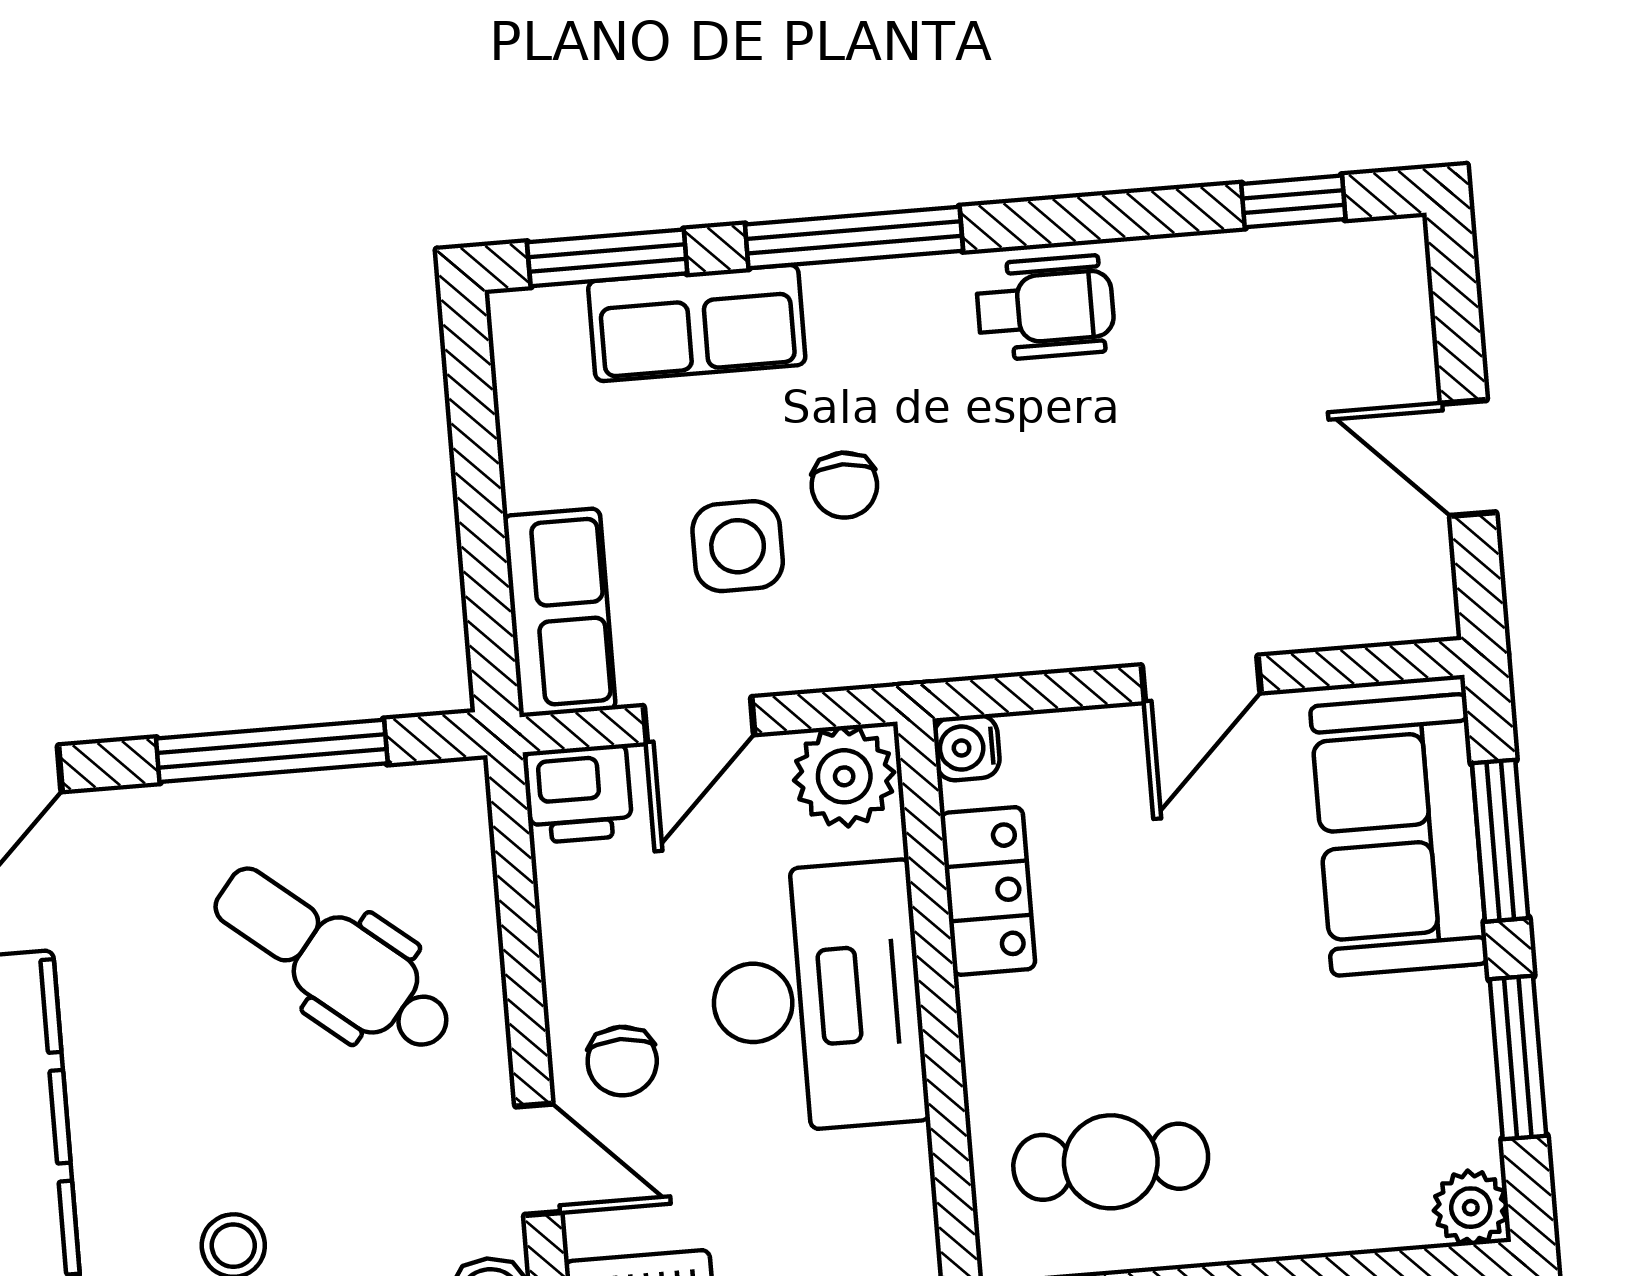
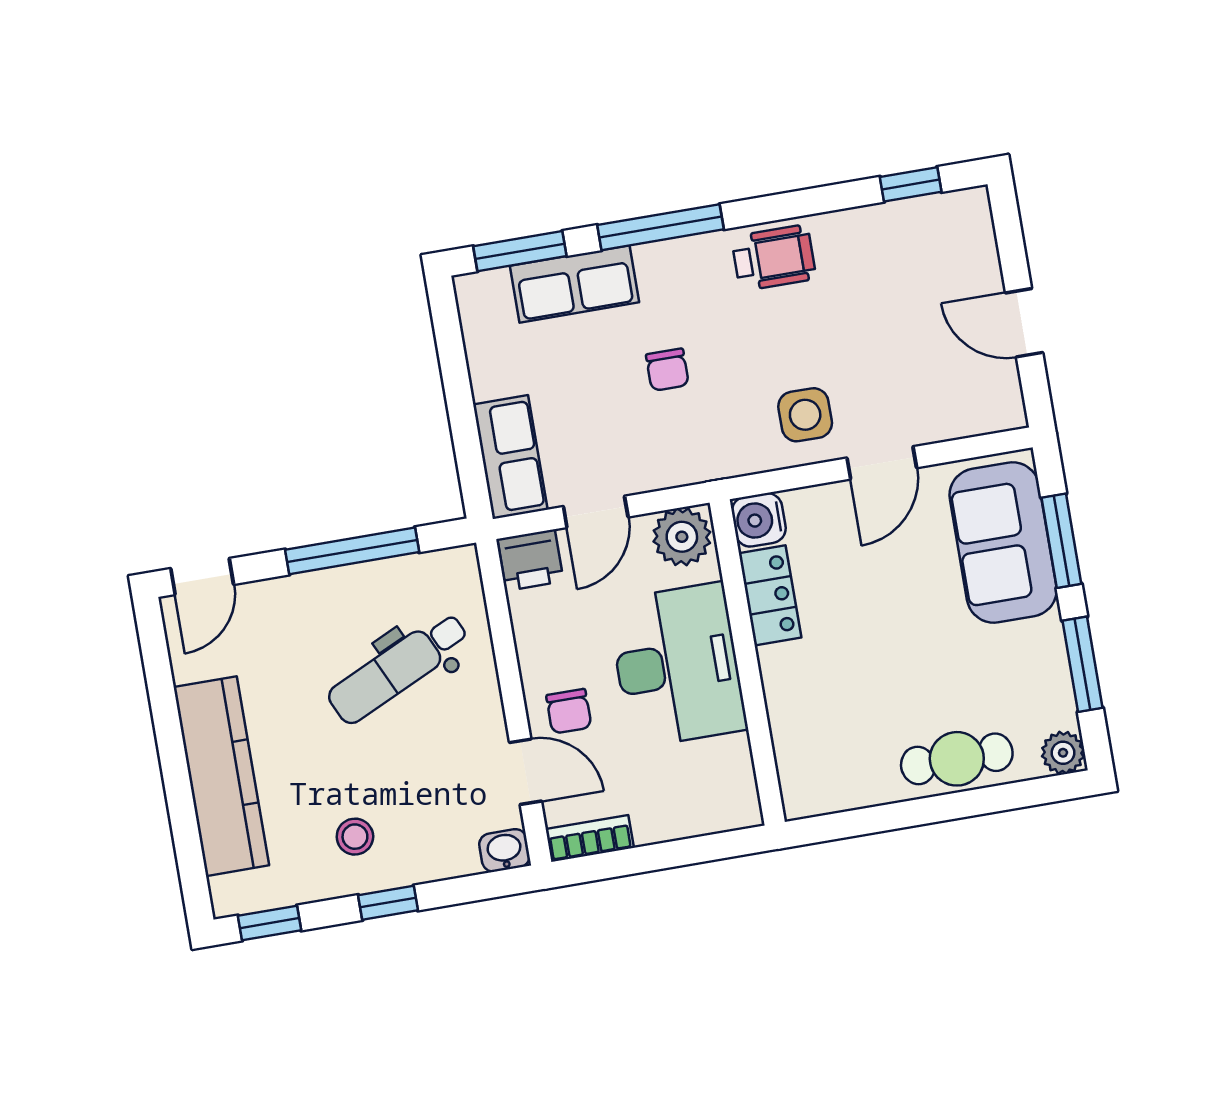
side table: (738, 546) -> (805, 415), moved
water cooler: (967, 748) -> (759, 520), width x1.38, depth x1.38
dental chair: (334, 960) -> (398, 668), turned -64
cafe table: (1111, 1162) -> (957, 759), moved

